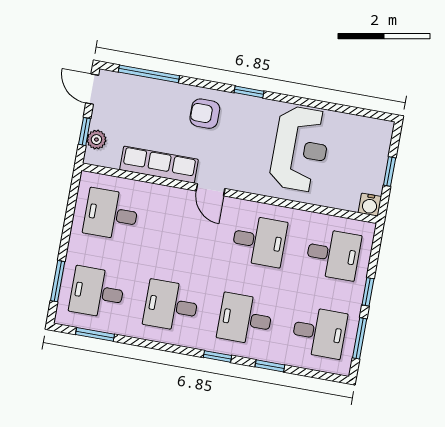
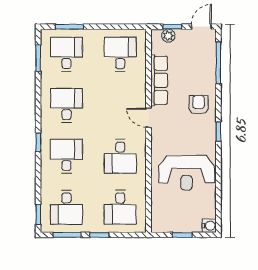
door: (211, 190) -> (148, 118), hinge flipped
water cooler: (370, 205) -> (209, 226), moved, turned 180
window: (270, 366) -> (38, 214), moved

